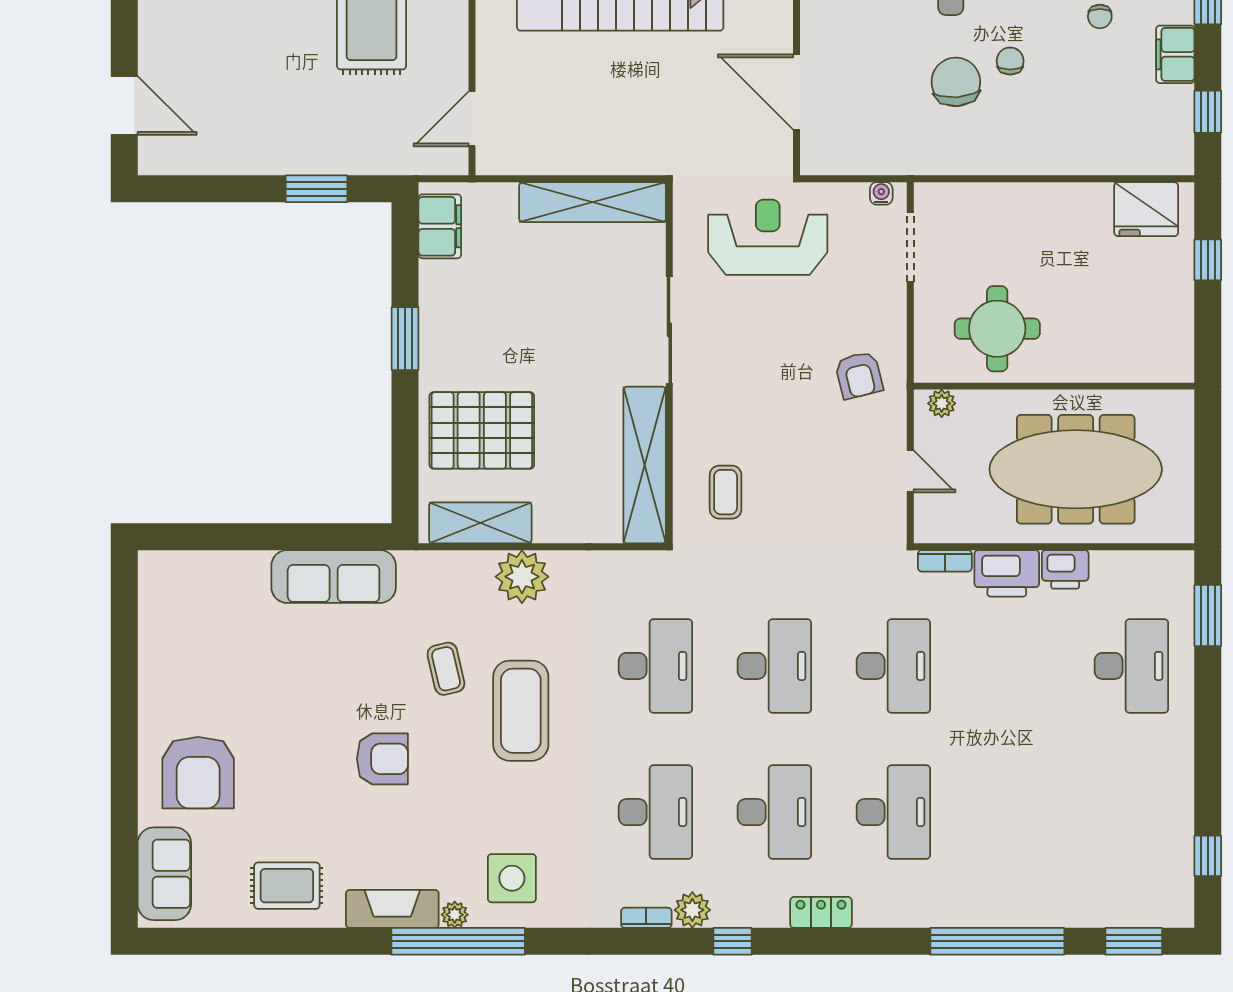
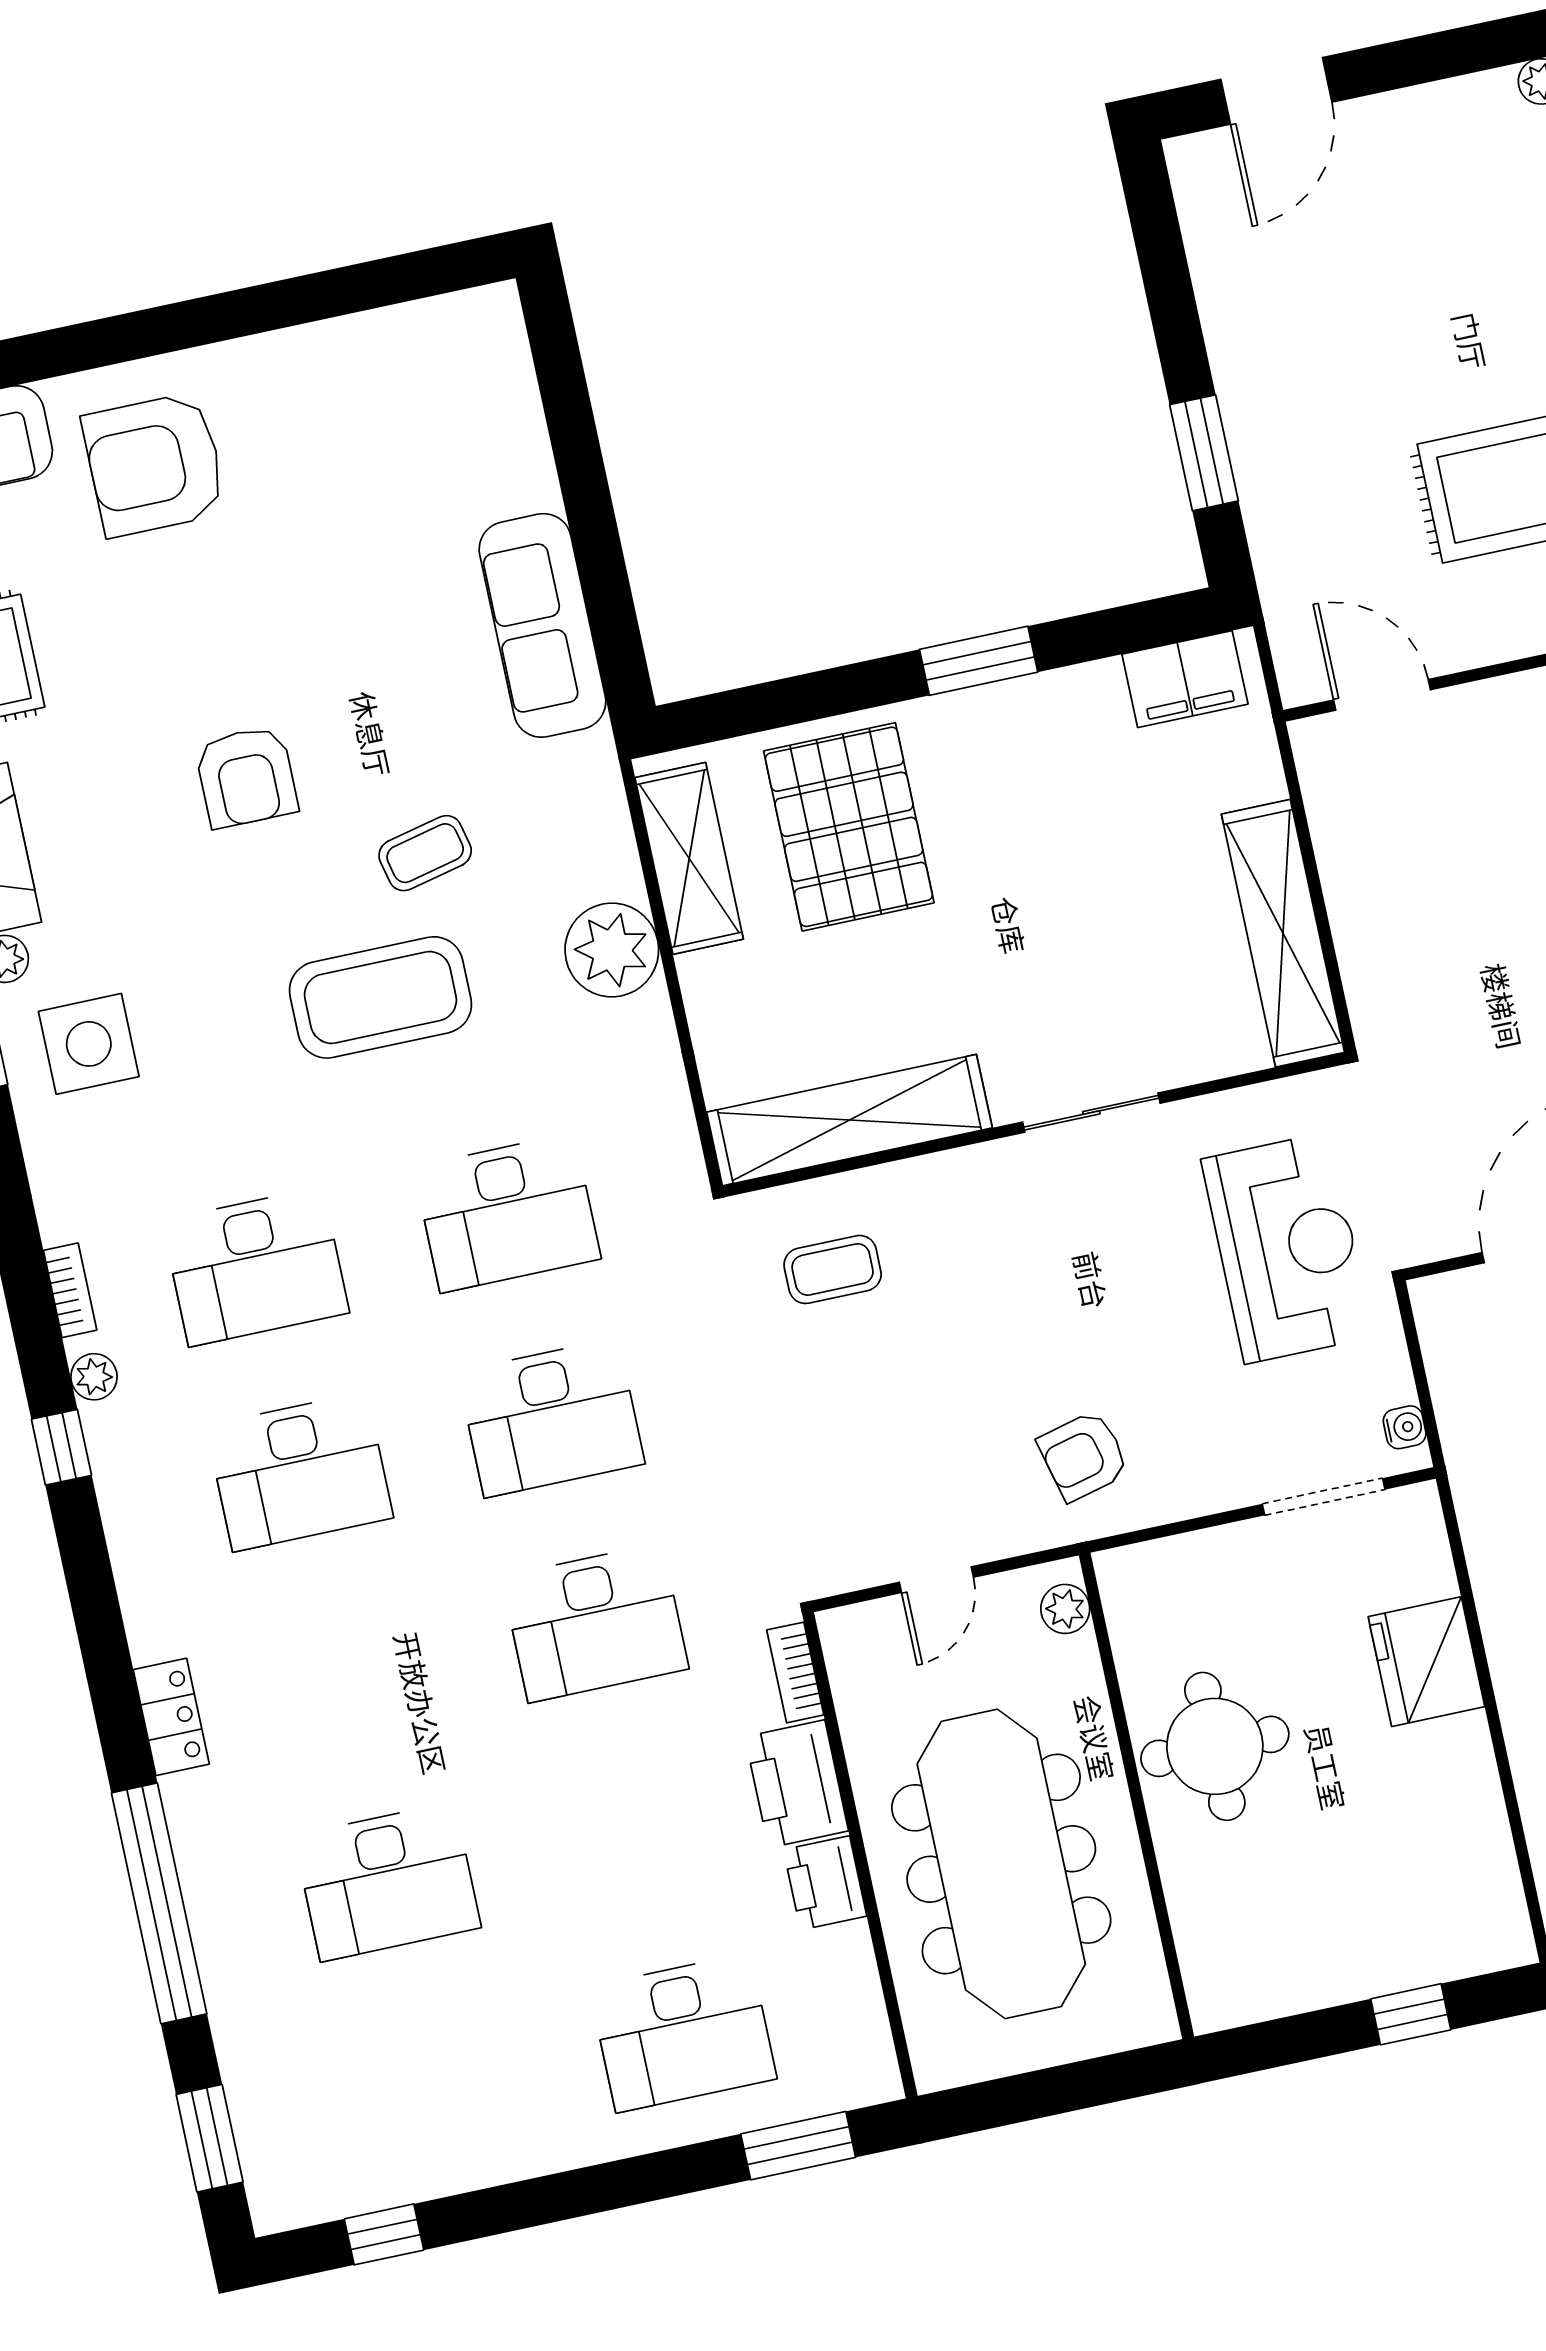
fridge: (1146, 209) -> (1426, 1662), moved
round table: (997, 329) -> (1215, 1746), moved
sliding door: (669, 330) -> (1091, 1113), width x0.73
desk: (893, 812) -> (388, 1882), moved
plant: (692, 910) -> (94, 1377), width x0.73, depth x0.73
locker: (821, 912) -> (171, 1717), moved

